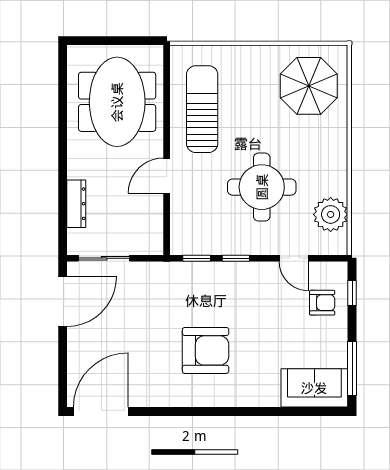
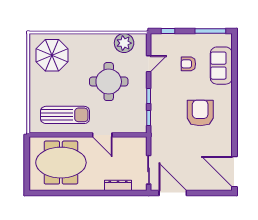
sun lounger: (202, 109) -> (65, 115), turned 180
armchair: (322, 303) -> (188, 64), moved, turned -90
sofa: (314, 388) -> (221, 66), moved

